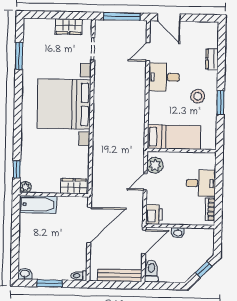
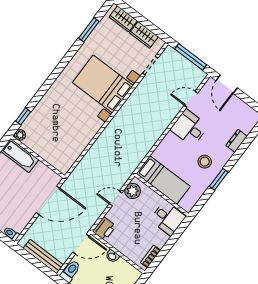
bed with nightstands: (64, 104) -> (103, 84), width x0.73
desk: (201, 183) -> (168, 218), moved
wardrobe: (74, 186) -> (123, 19), moved, turned 180

